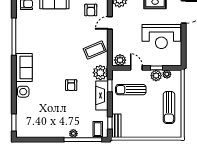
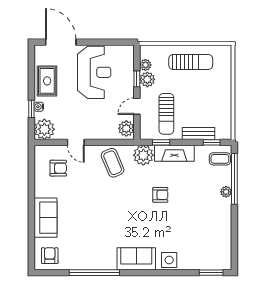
bench: (116, 126) -> (198, 133), moved

